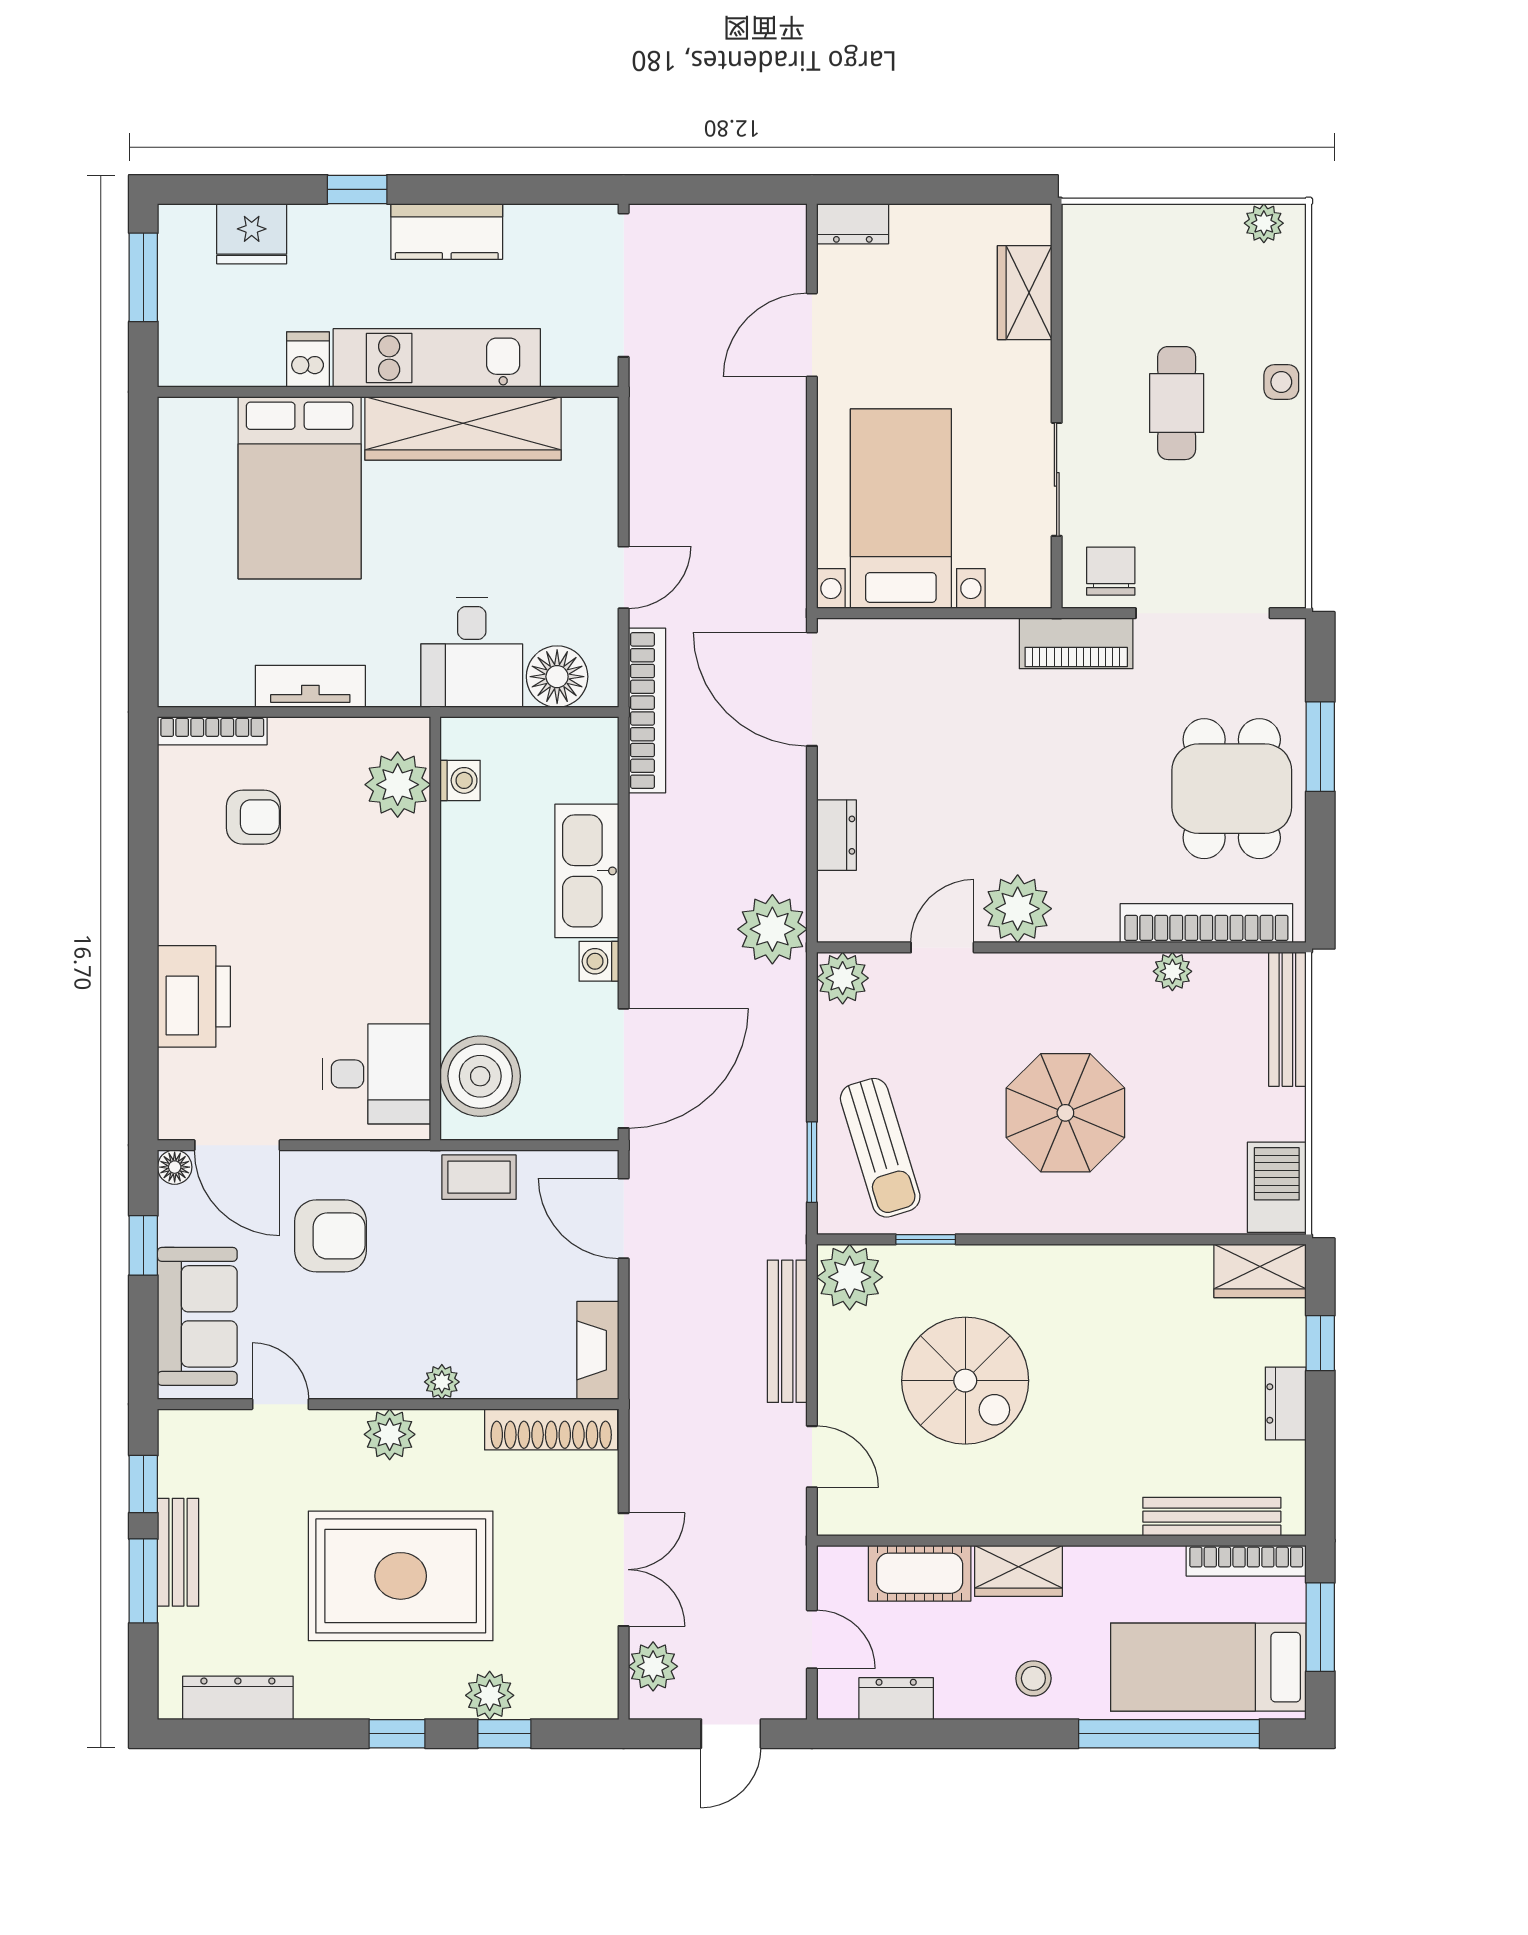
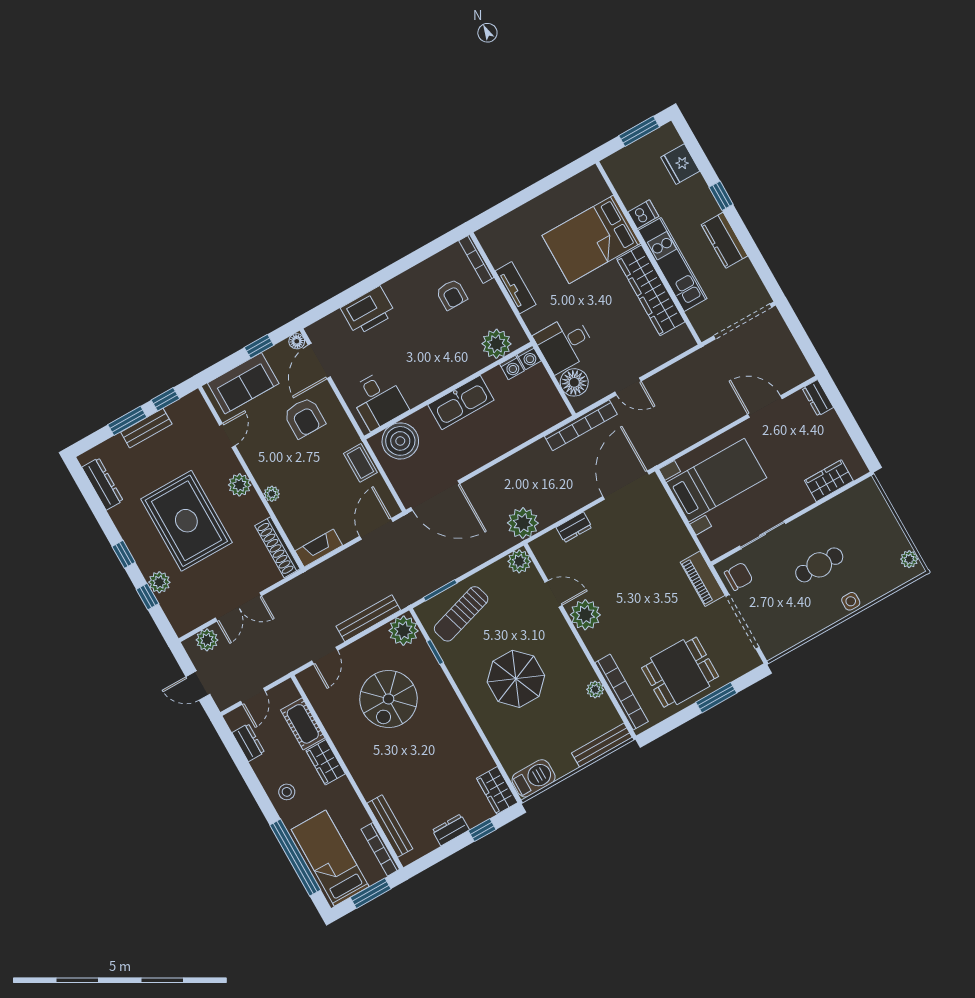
kitchen sink: (587, 871) -> (461, 402), moved, turned 180
washing machine: (599, 961) -> (529, 358), moved, turned 180

